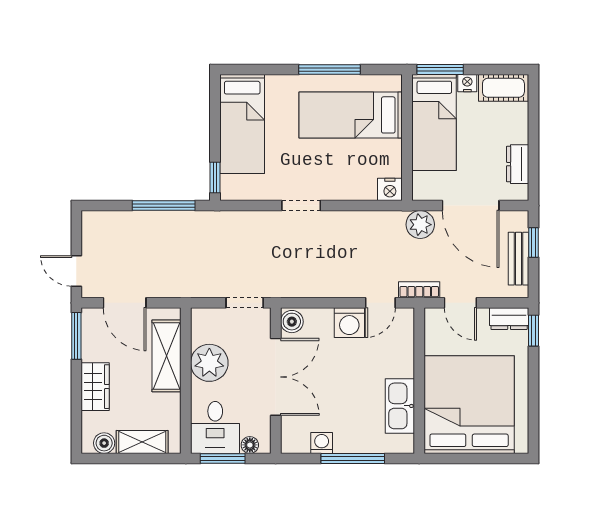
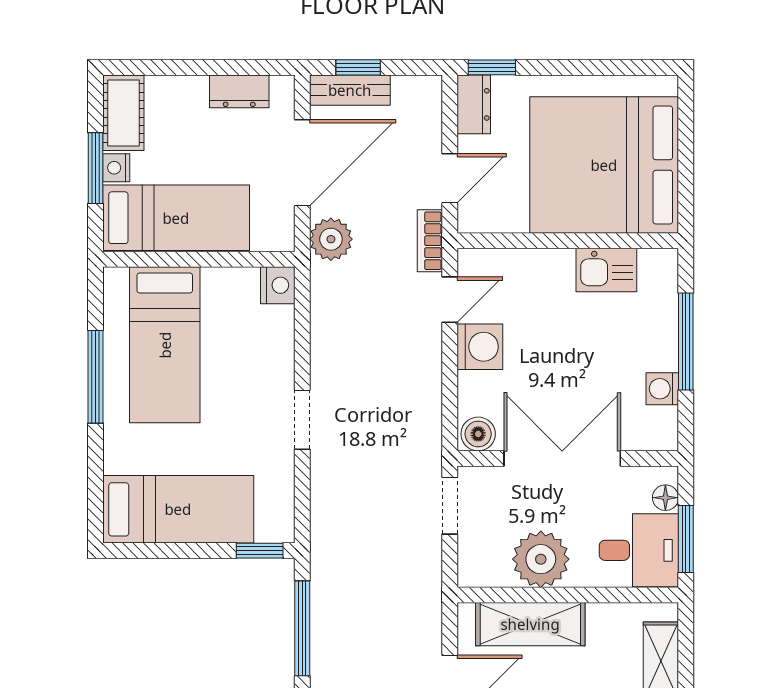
window: (440, 69) -> (96, 168), moved
bench: (518, 259) -> (350, 90), moved
door: (380, 303) -> (450, 300), hinge flipped
kitchen sink: (400, 406) -> (606, 270), width x0.73

